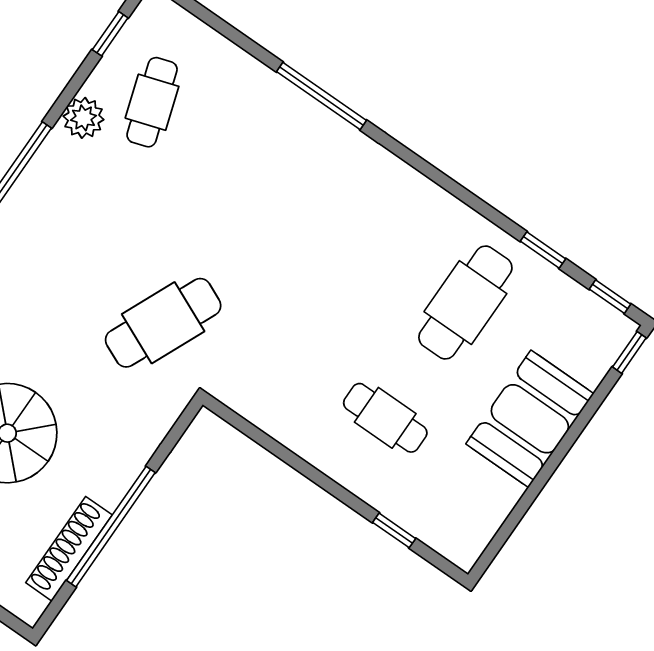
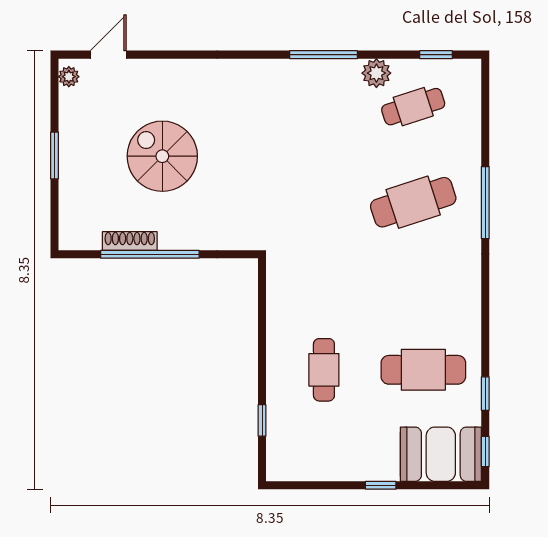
cafe table: (163, 323) -> (413, 202), moved, turned -42
window: (629, 352) -> (381, 485), moved
booth: (530, 419) -> (441, 454), moved
shoe rack: (69, 549) -> (130, 241), width x0.74, depth x0.81

